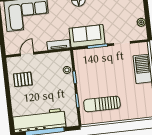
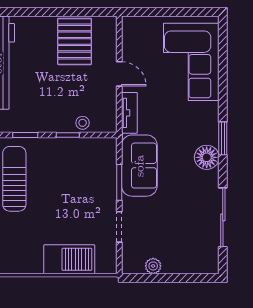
door: (27, 54) -> (119, 74), moved
pallet: (23, 79) -> (75, 41), width x1.50, depth x1.42

